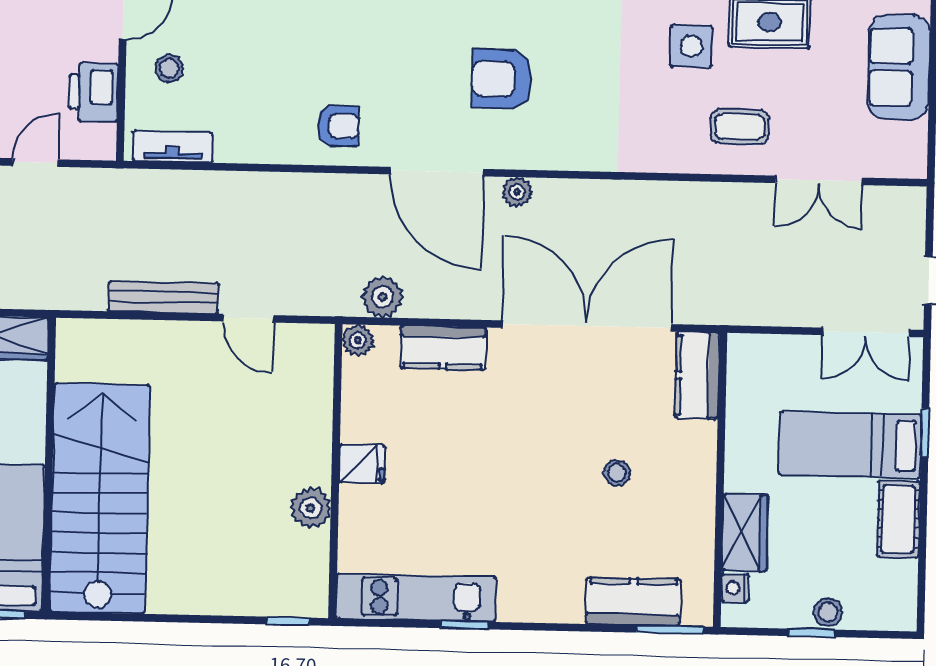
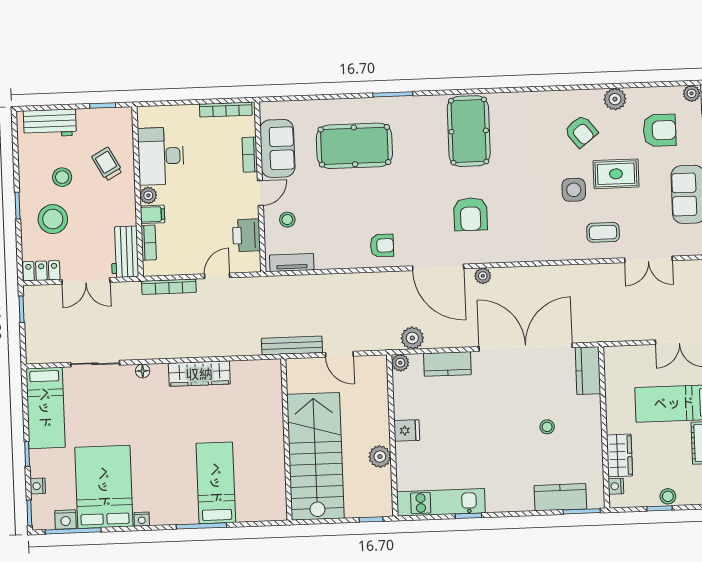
armchair: (502, 79) -> (471, 214), turned -90
wall: (49, 465) -> (286, 440), moved
stairs: (100, 498) -> (315, 456), moved

